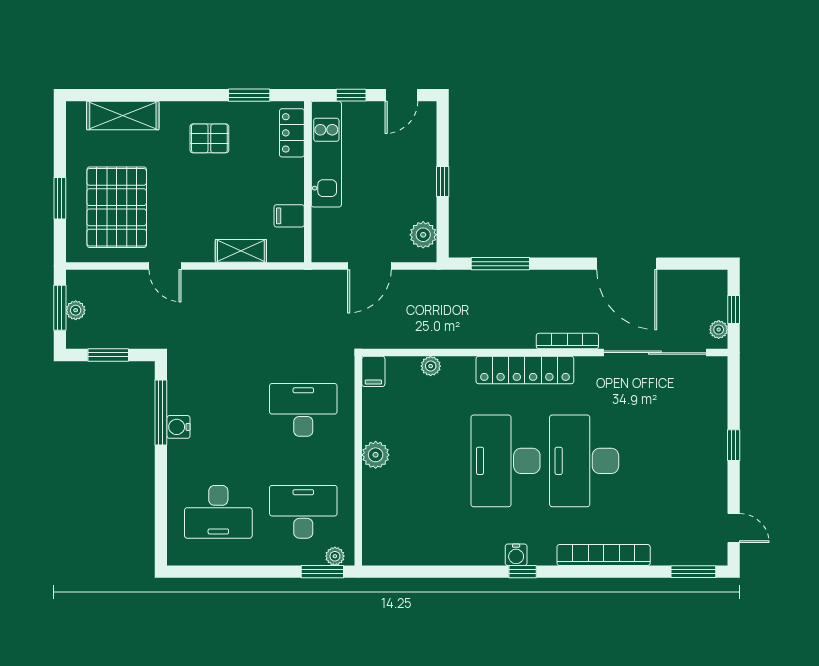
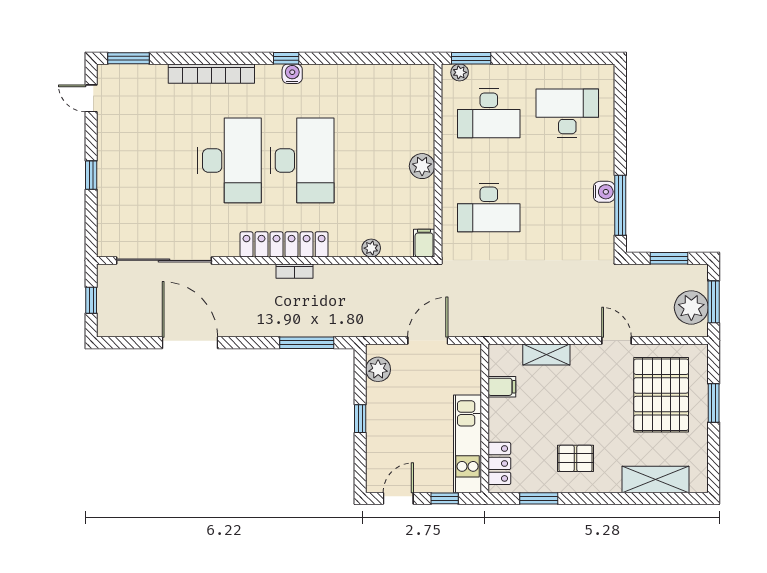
plant: (76, 310) -> (691, 307), width x1.88, depth x1.88
plant: (719, 330) -> (105, 282), removed
bookcase: (567, 341) -> (294, 271), moved, width x0.64

